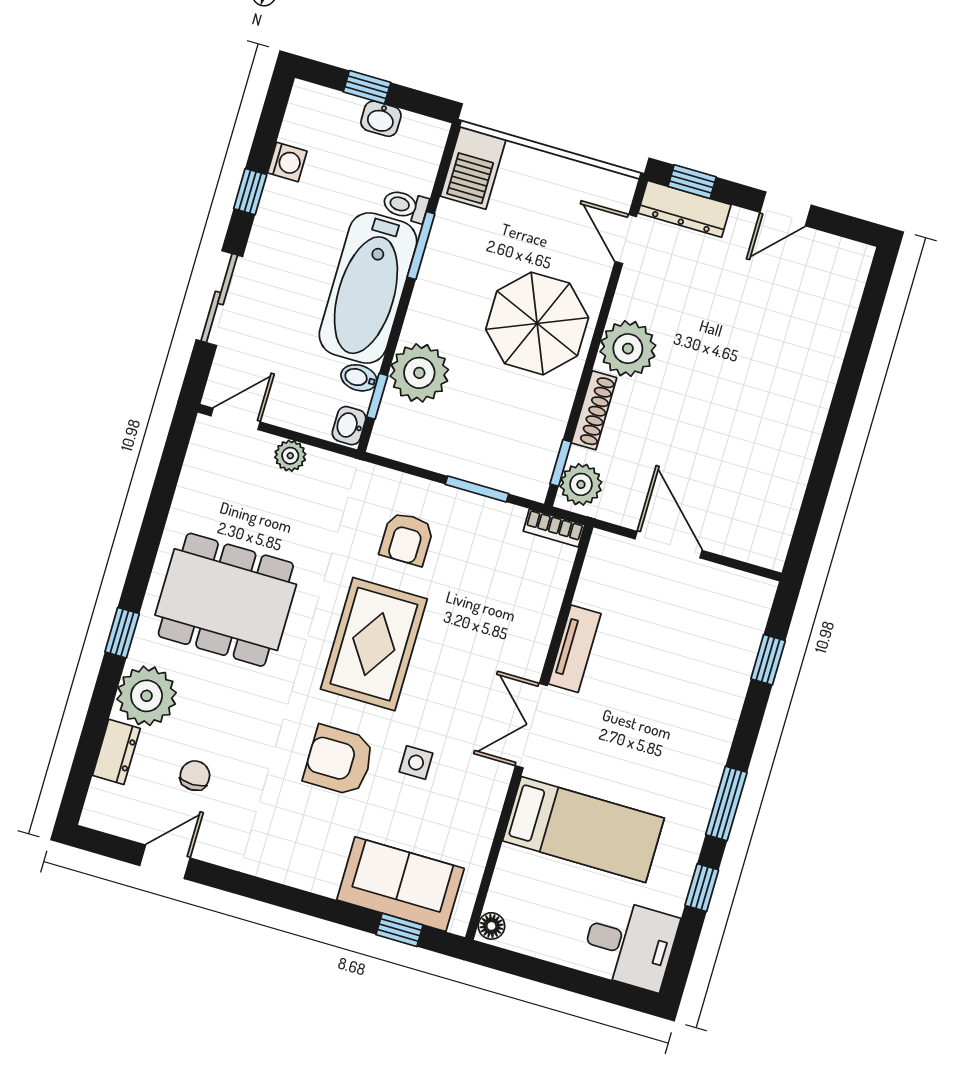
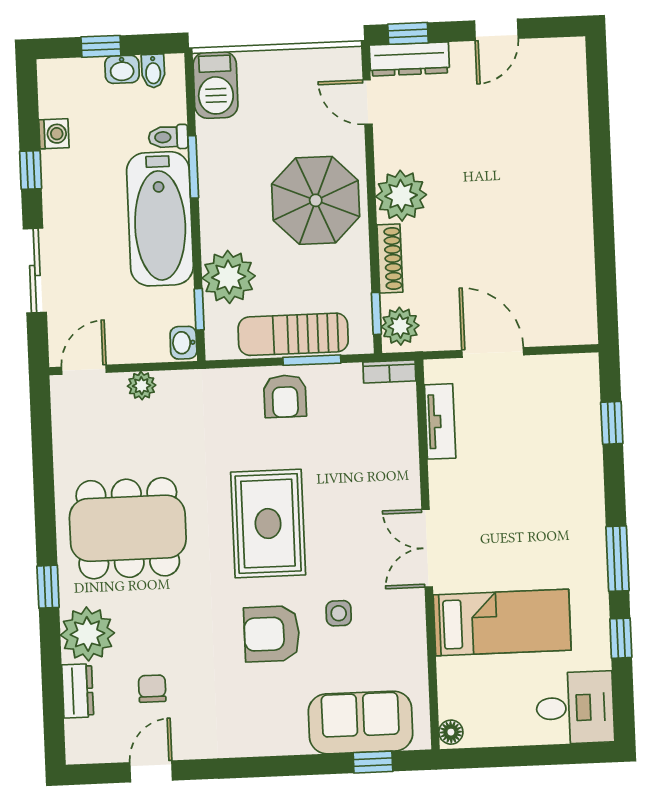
bidet: (359, 378) -> (153, 71), moved, turned -90
sun lounger: (467, 455) -> (293, 334), added
armchair: (407, 539) -> (285, 396), moved
tv unit: (575, 649) -> (440, 421), moved

